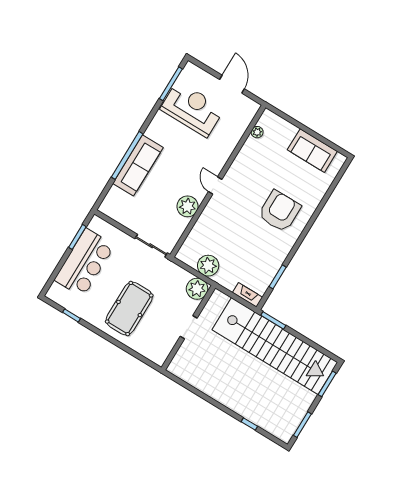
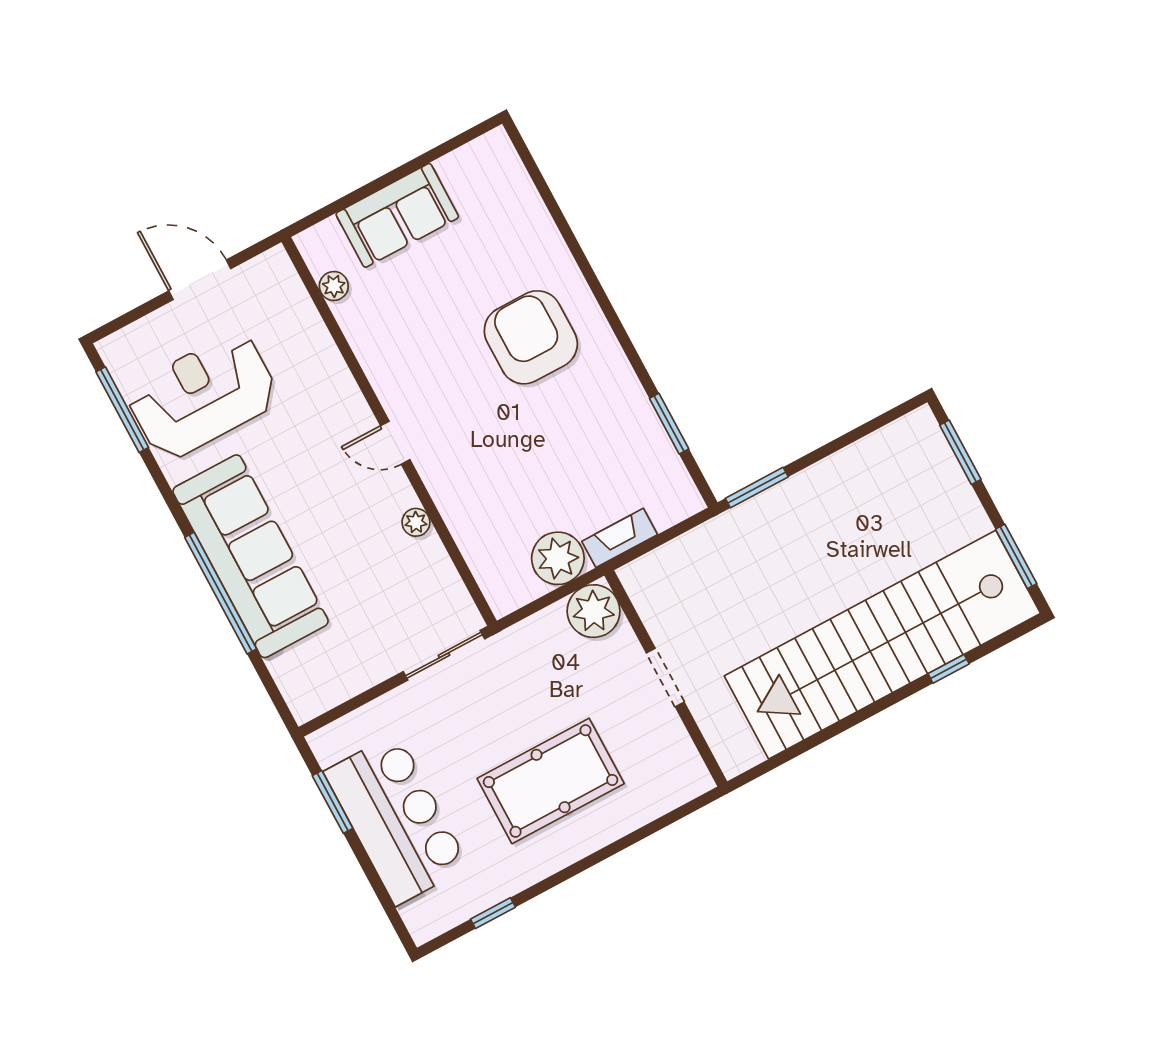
sofa: (312, 151) -> (397, 215), moved
sofa: (138, 165) -> (251, 556), width x1.36, depth x1.27
plant: (188, 206) -> (416, 522), width x0.53, depth x0.53
fireplace: (248, 295) -> (620, 538), moved
pool table: (129, 308) -> (551, 781), turned 90
stairs: (275, 346) -> (882, 645), moved, turned 180

